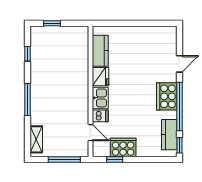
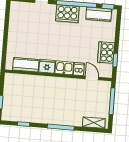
door: (90, 133) -> (92, 78), hinge flipped

